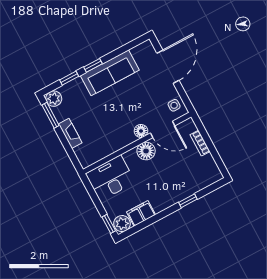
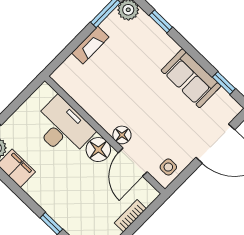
window: (93, 65) -> (224, 83), moved
sofa: (110, 73) -> (191, 78), width x0.73
desk: (110, 178) -> (63, 128), moved

